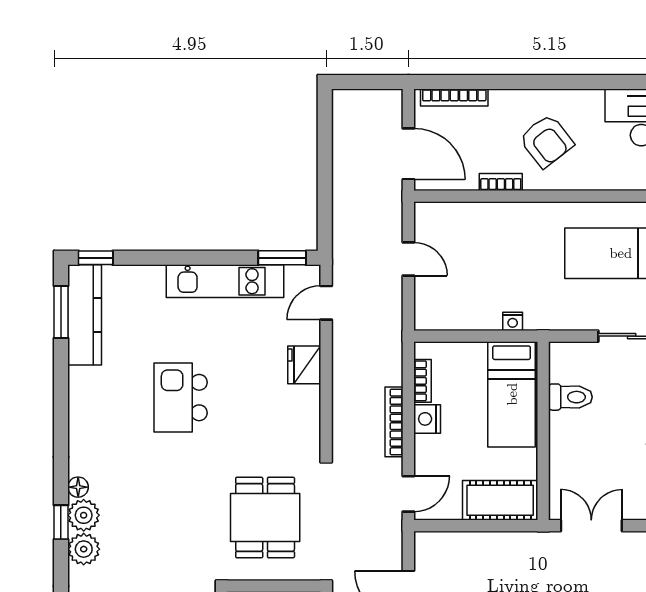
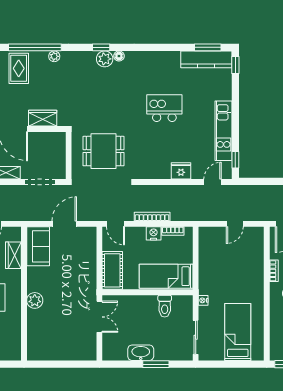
window: (282, 258) -> (235, 160), width x0.67
door: (326, 303) -> (213, 182), hinge flipped
nightstand: (513, 321) -> (203, 300), moved
plant: (84, 549) -> (87, 59), removed

